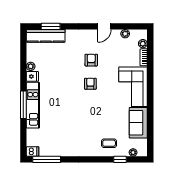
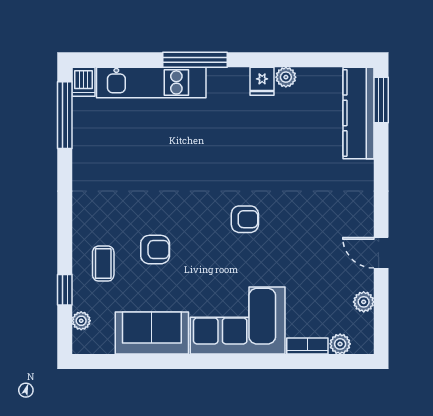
window: (51, 26) -> (381, 100), moved
armchair: (91, 60) -> (155, 250), moved
kitchen unit: (33, 105) -> (151, 82), moved

